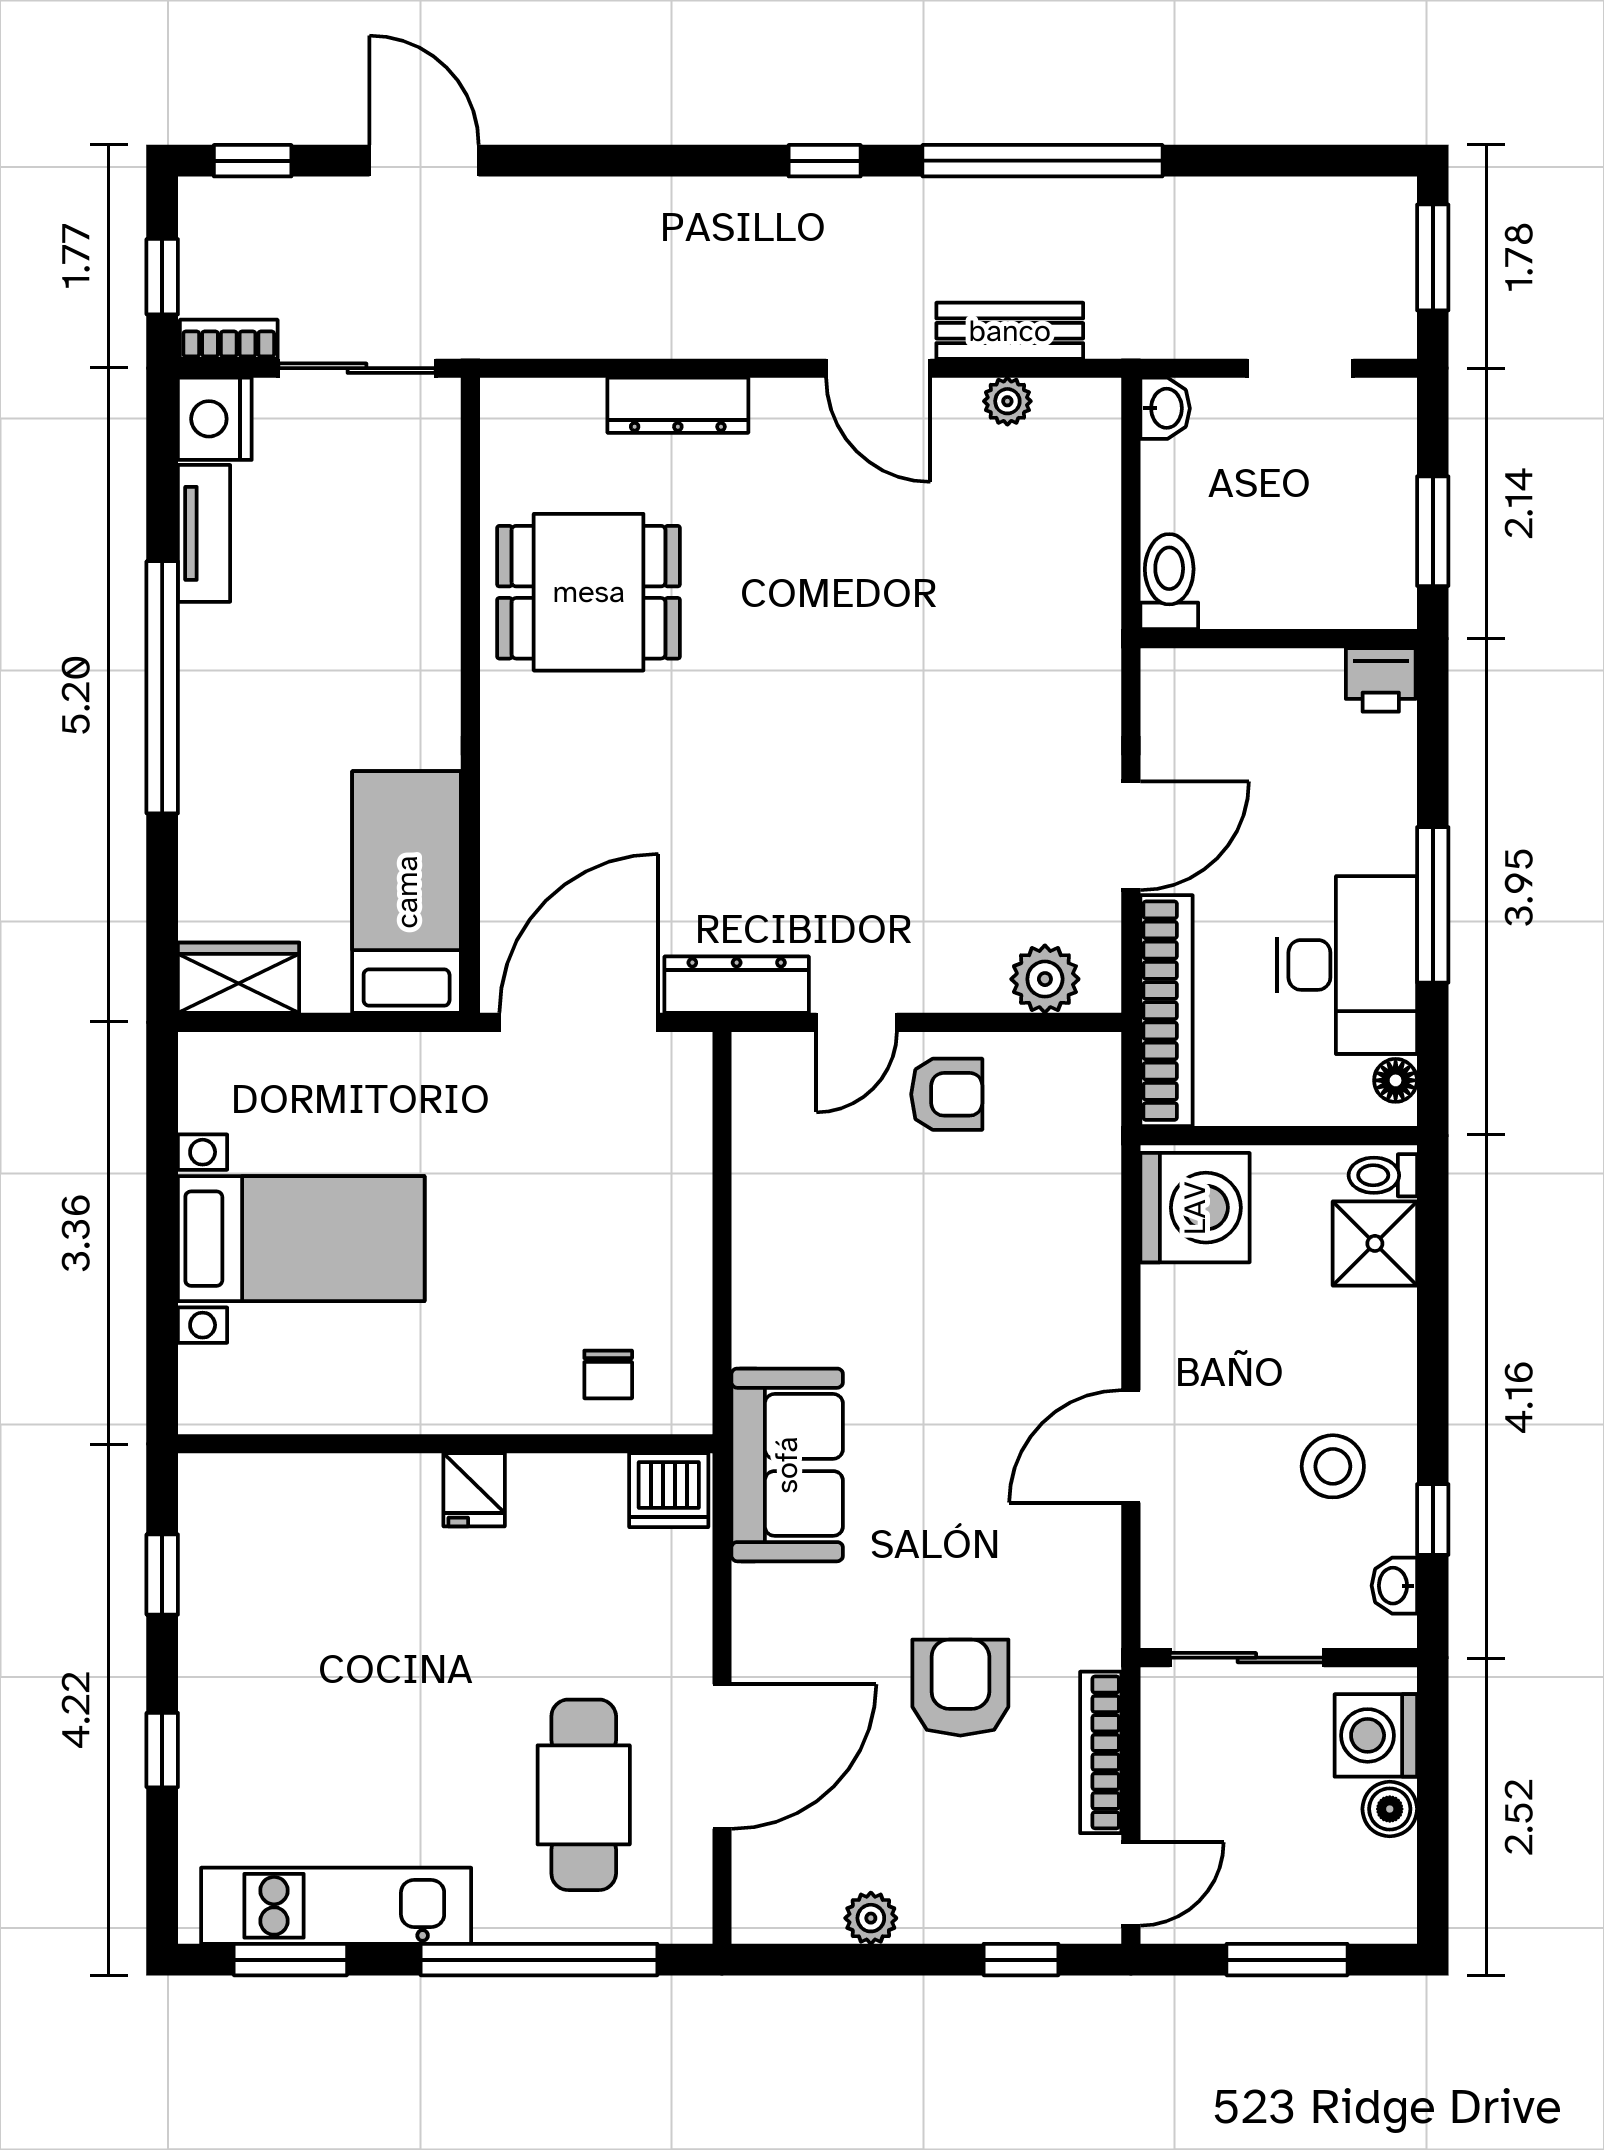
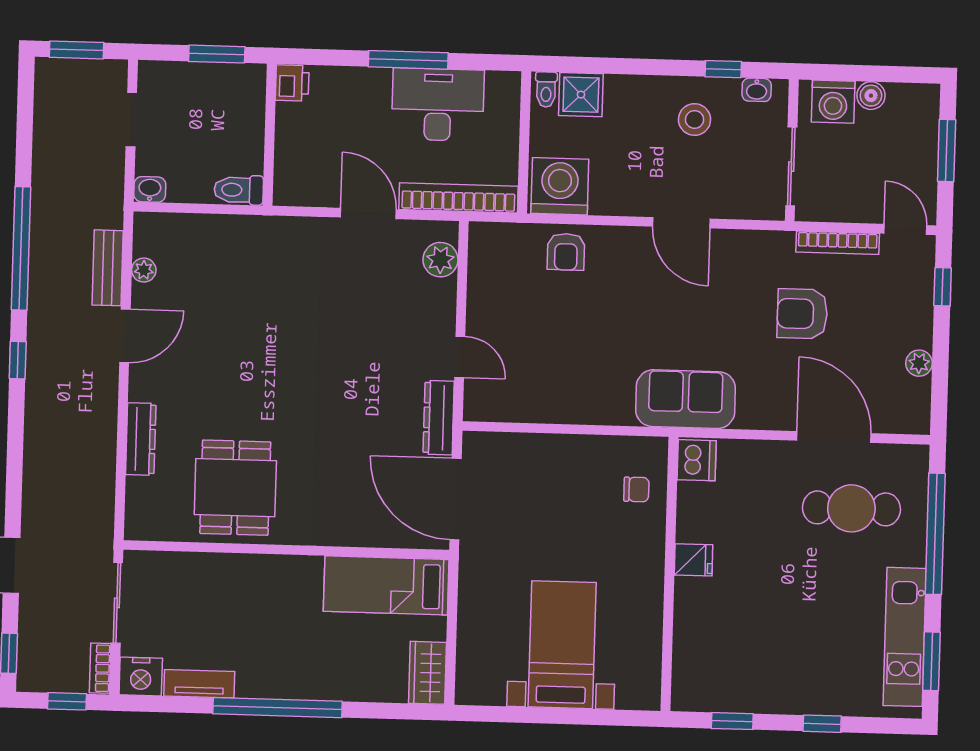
floor lamp: (1396, 1080) -> (498, 81), removed
armchair: (947, 1094) -> (566, 252), moved, turned 180

